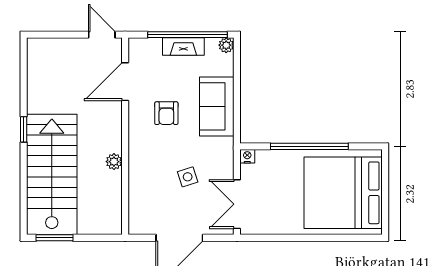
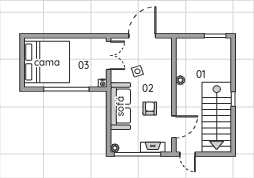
fireplace: (183, 47) -> (153, 147), moved
sofa: (217, 106) -> (120, 106), width x1.36
stairs: (52, 174) -> (217, 117), moved

